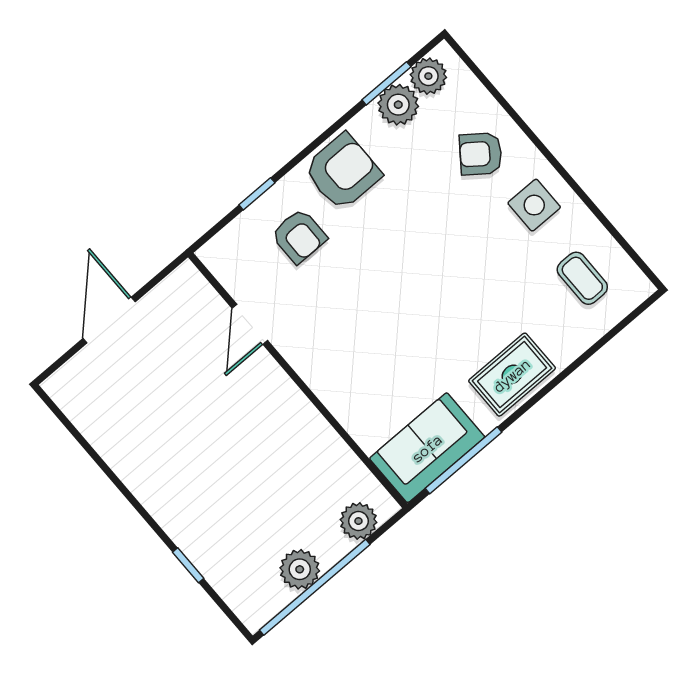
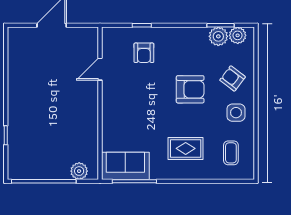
armchair: (343, 172) -> (190, 89), moved
rug: (512, 375) -> (186, 148), moved
plant: (300, 569) -> (44, 170), removed

